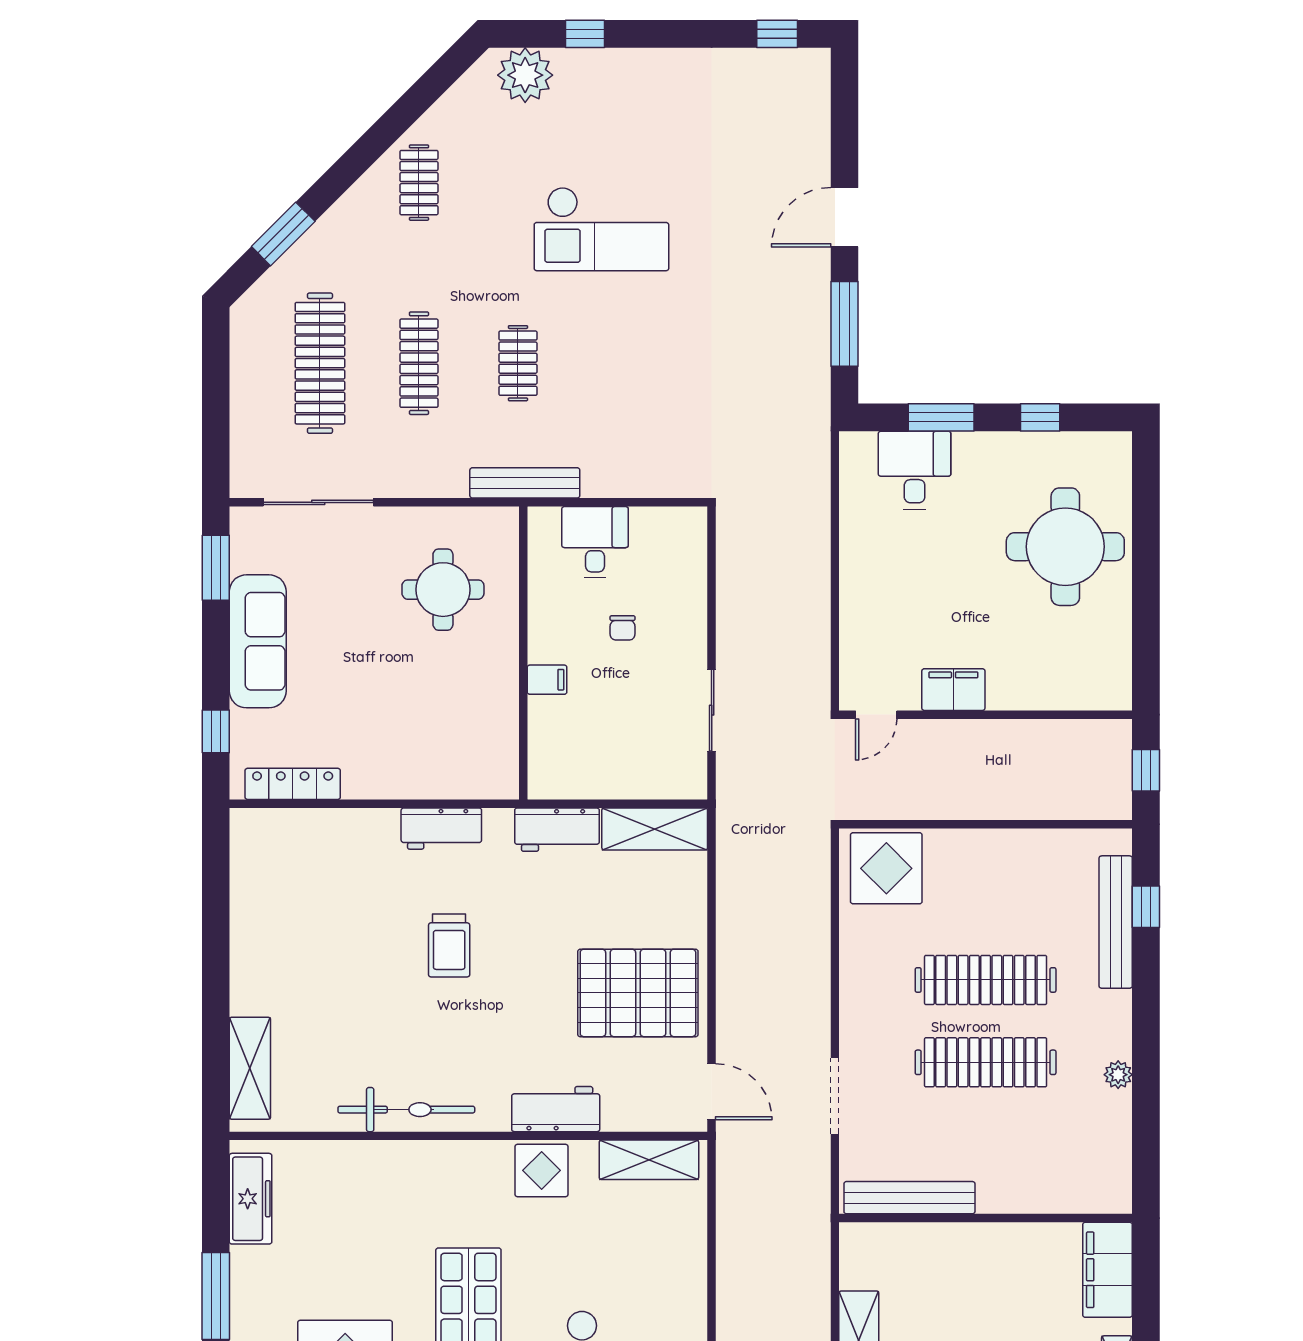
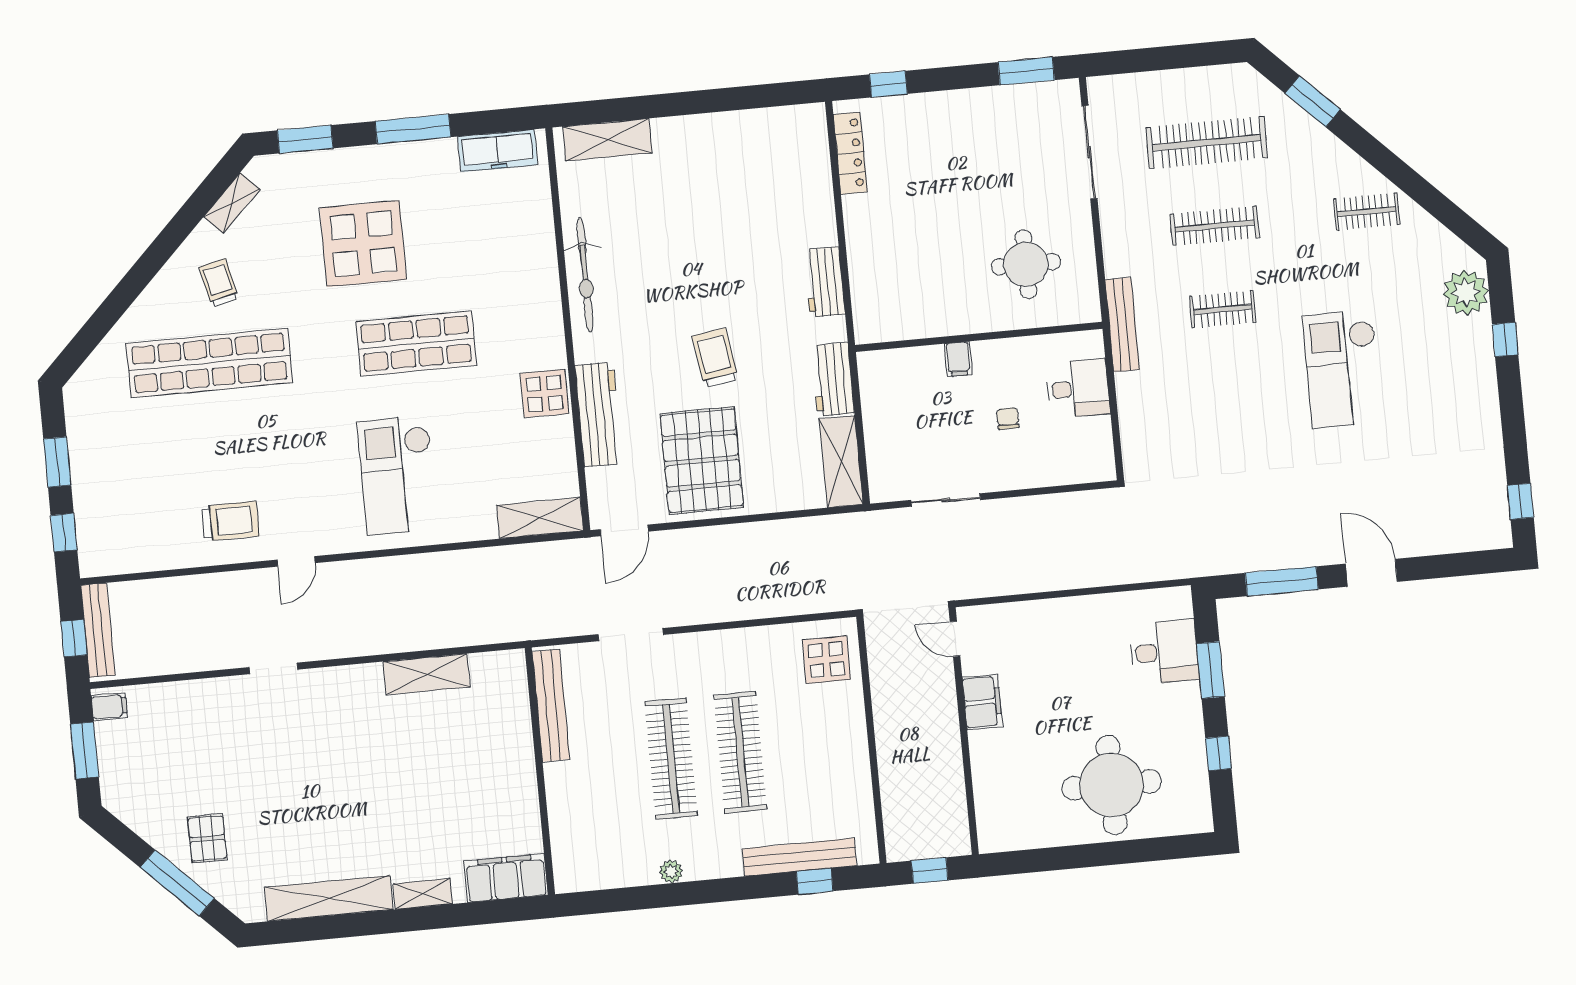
chair: (623, 628) -> (1008, 418), turned 90
sofa: (258, 641) -> (968, 112), removed
display table: (886, 868) -> (826, 660), width x0.73, depth x0.73
trolley: (449, 945) -> (715, 358), moved, turned 81
workbench: (556, 1109) -> (599, 414), width x1.38
shelving: (649, 1160) -> (540, 518), moved, turned 90

